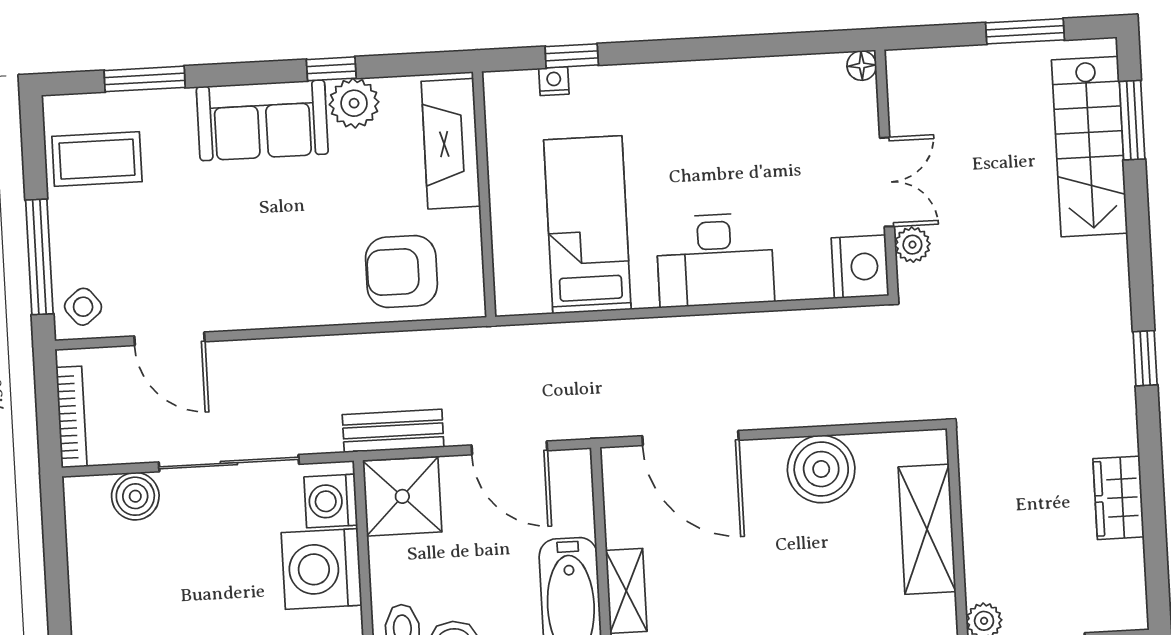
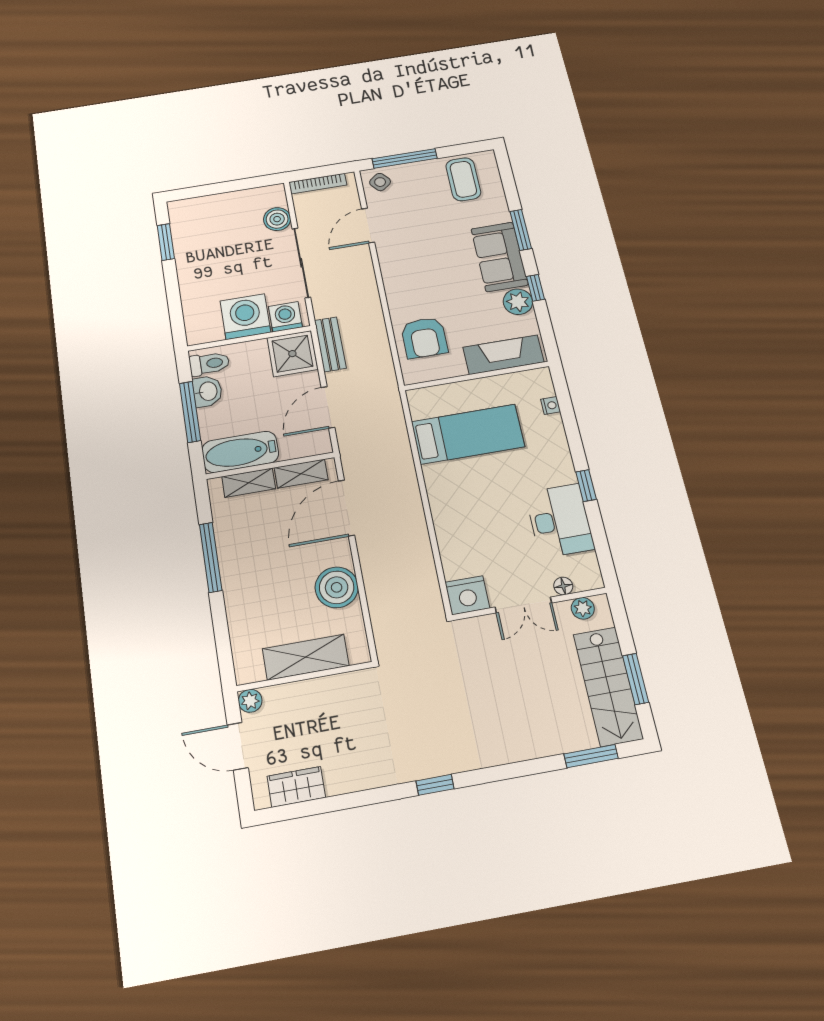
window: (572, 56) -> (586, 486), moved
floor lamp: (862, 66) -> (563, 586), moved
window: (145, 79) -> (521, 230), moved
stairs: (1090, 147) -> (608, 686), moved, turned -90
plant: (912, 245) -> (583, 608), moved
desk: (715, 260) -> (560, 521), moved, turned 180
armchair: (401, 272) -> (424, 338), turned 180
wardrobe: (1119, 498) -> (296, 787), moved
shelving: (622, 504) -> (301, 474), added

